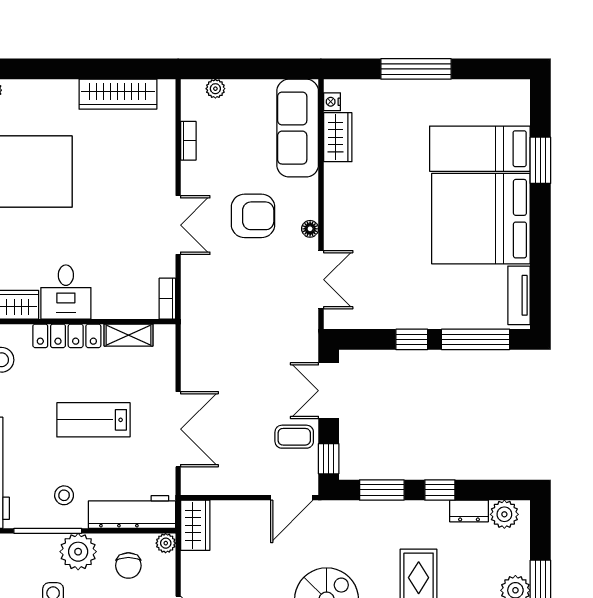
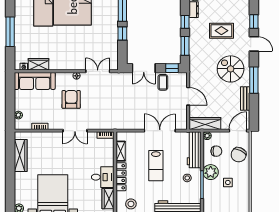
double door: (178, 225) -> (75, 131), swing flipped
door: (292, 498) -> (188, 96), moved
wardrobe: (195, 525) -> (205, 123), width x1.50

